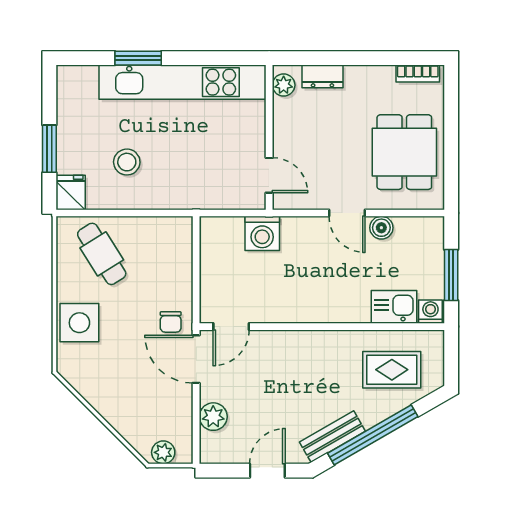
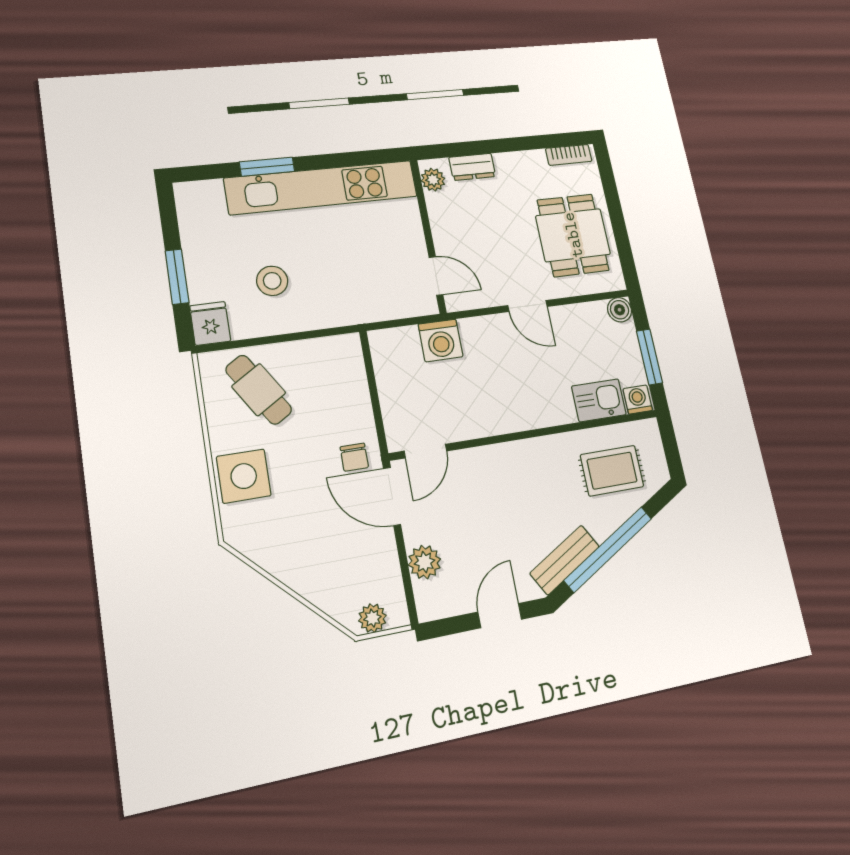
boiler: (381, 228) -> (620, 310), moved

